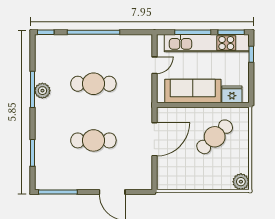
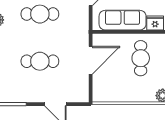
cafe table: (215, 137) -> (141, 58), turned -47

